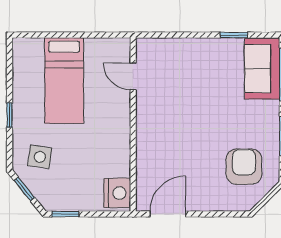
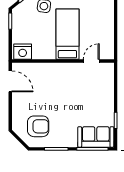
bed: (64, 81) -> (67, 34), moved, turned 90

